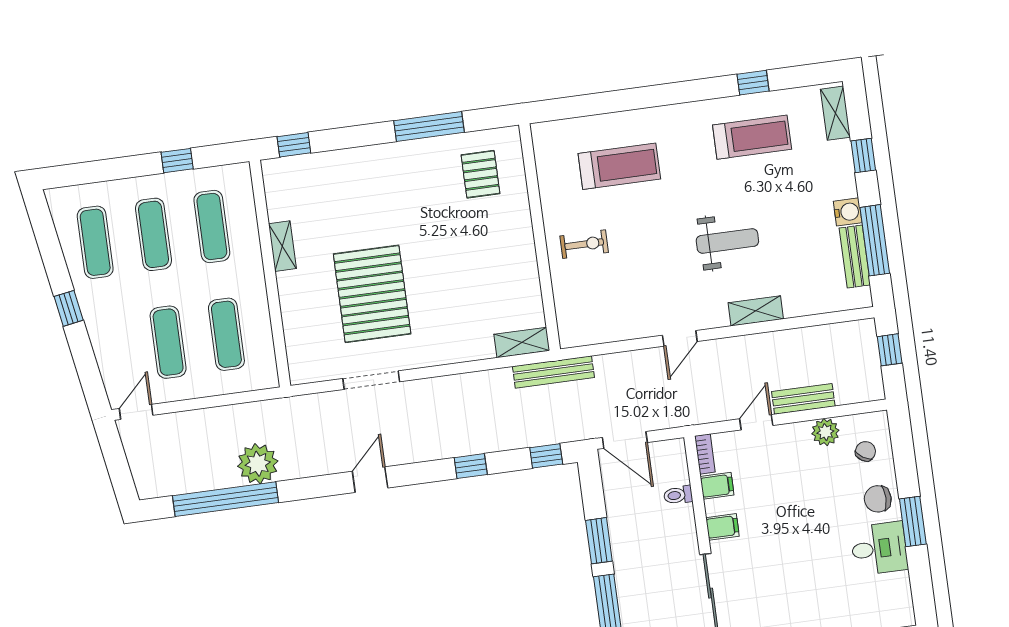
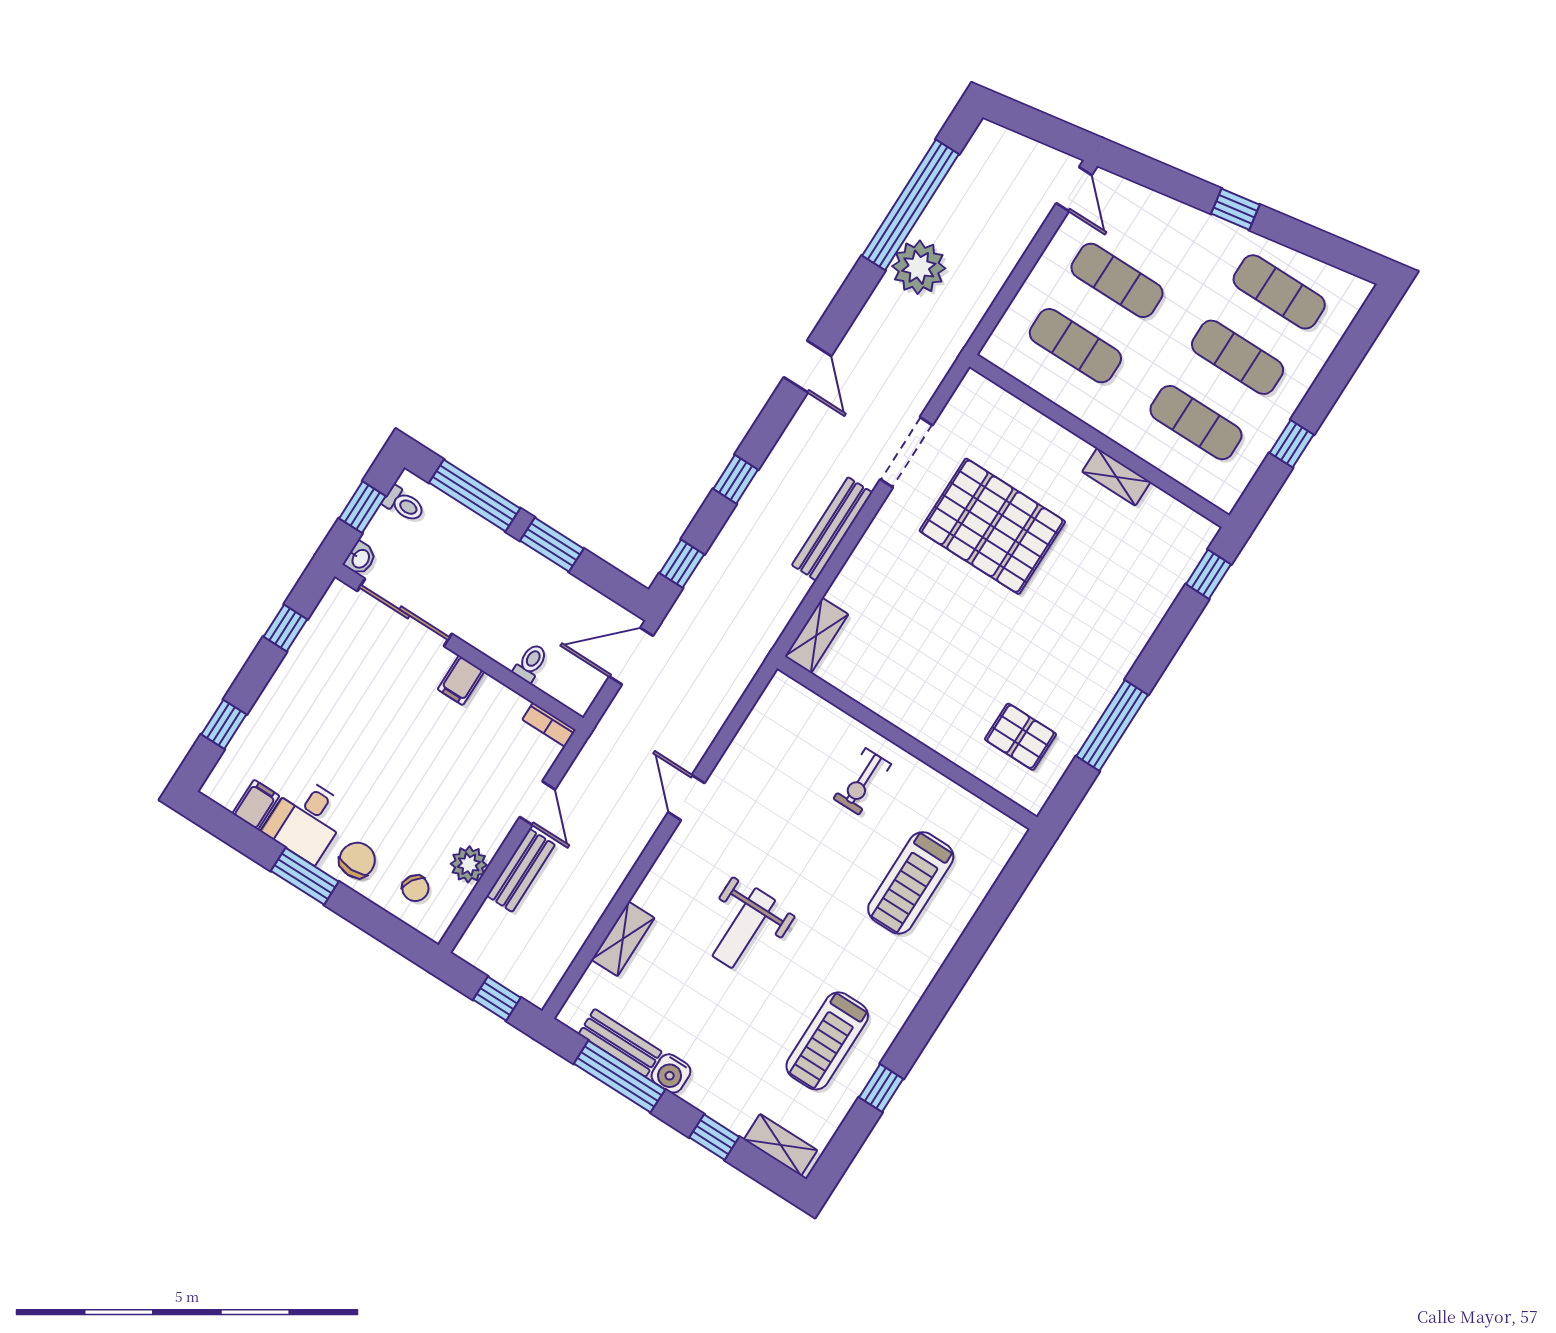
shelving: (756, 311) -> (623, 939), moved
bench: (553, 372) -> (832, 529), moved
filing cabinet: (717, 486) -> (256, 805), moved, turned 180

